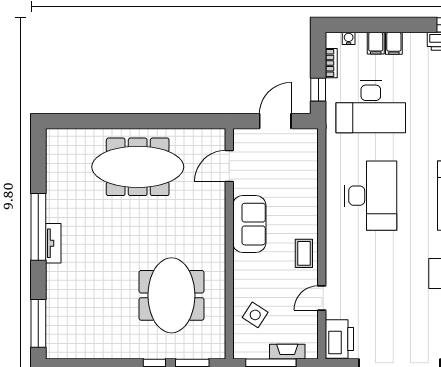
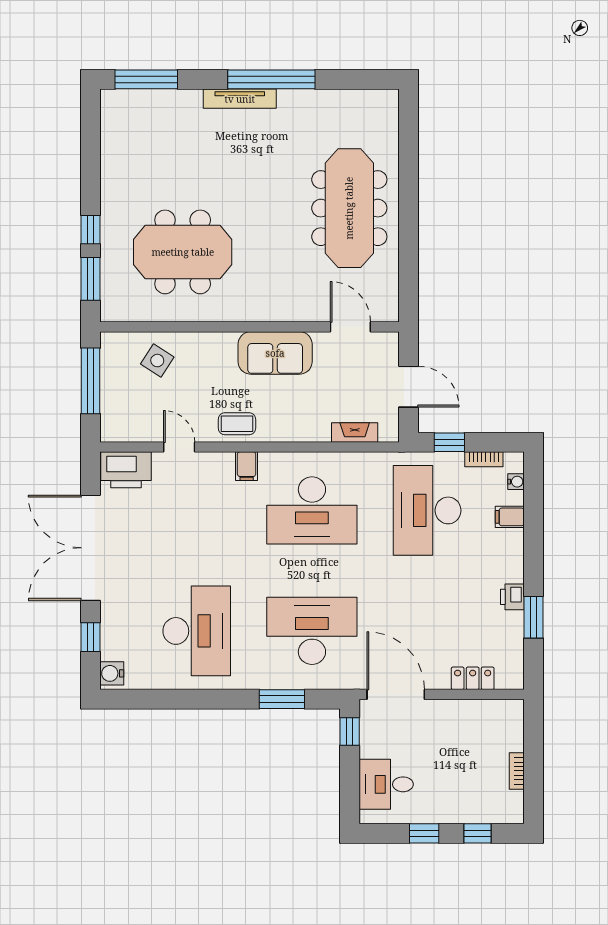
filing cabinet: (394, 43) -> (247, 466), moved, turned -90
tv unit: (53, 243) -> (240, 99), width x1.41
fireplace: (287, 352) -> (355, 432), moved, turned -90

